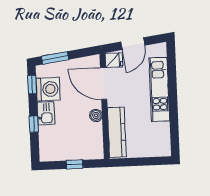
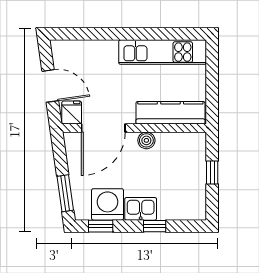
kitchen unit: (159, 89) -> (163, 52), moved

